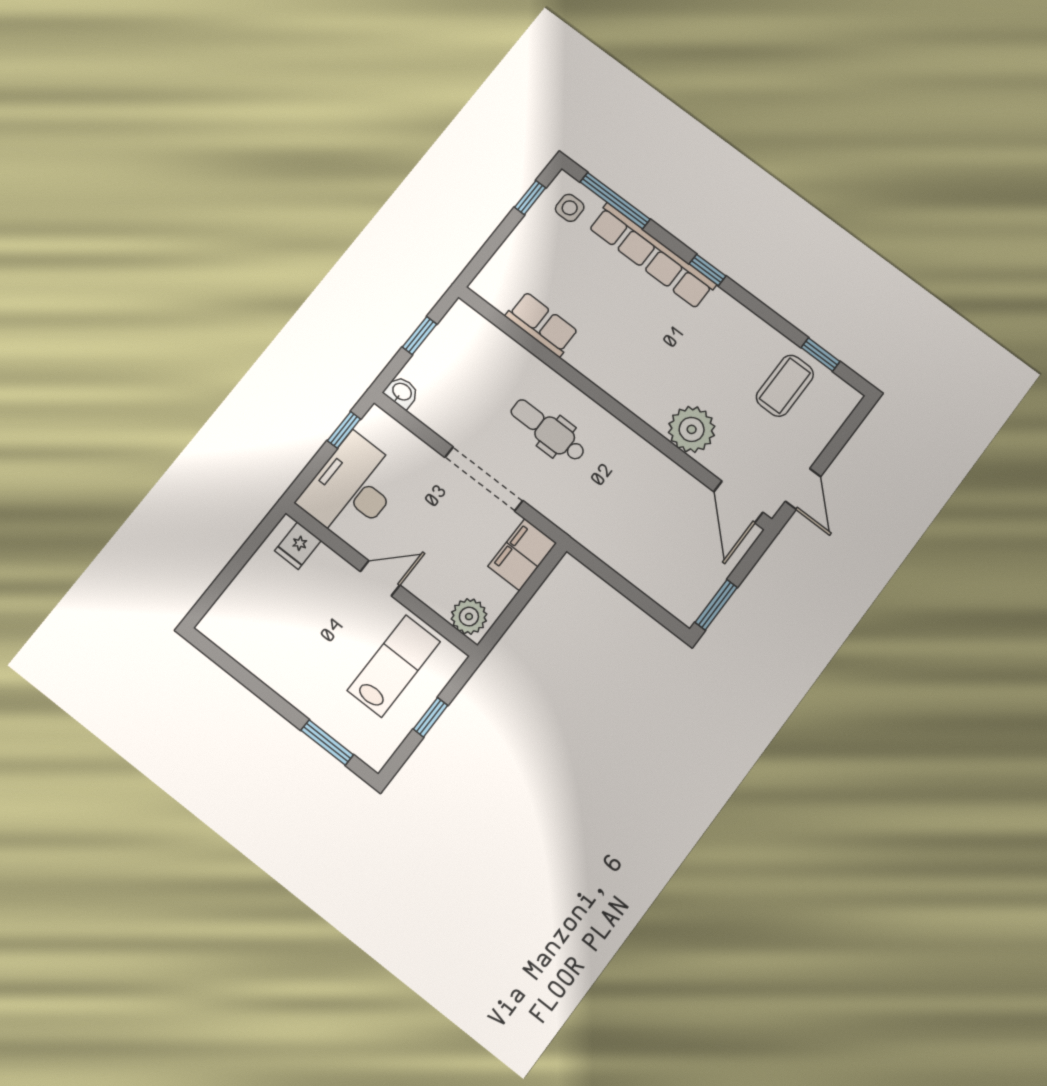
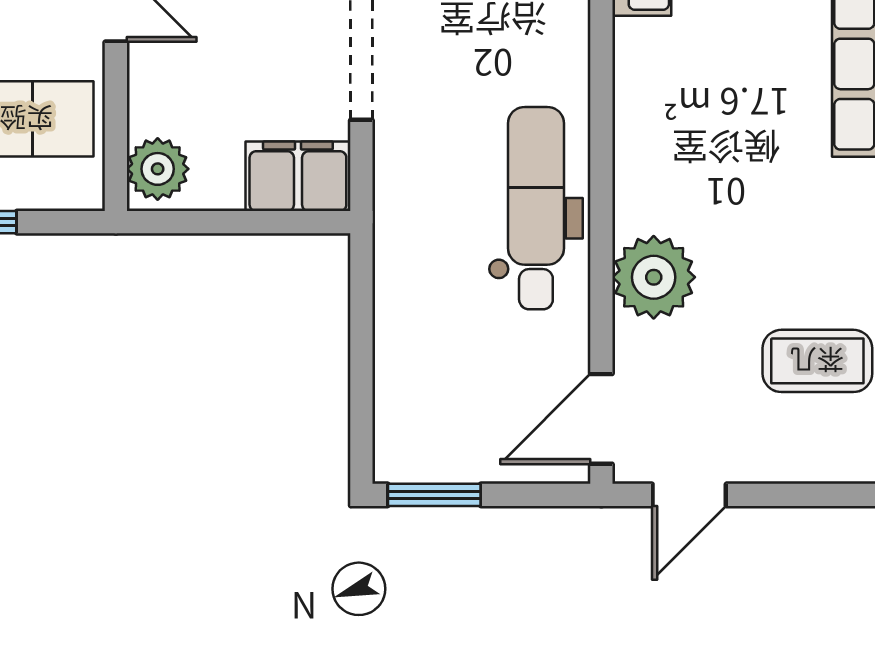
dental chair: (548, 430) -> (536, 208), moved, width x1.36, depth x1.38

